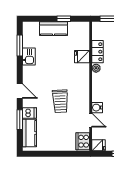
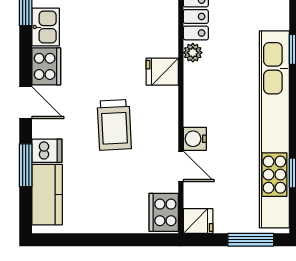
fridge: (82, 57) -> (162, 72), moved
cooker: (29, 75) -> (46, 66), added

